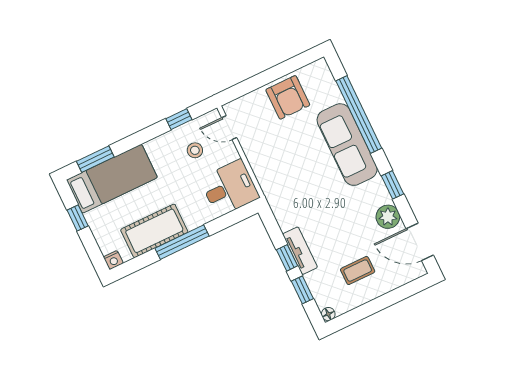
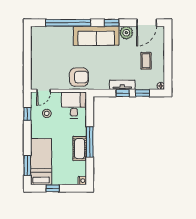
armchair: (288, 97) -> (79, 77), moved
sofa: (347, 145) -> (96, 36), moved
cot: (154, 231) -> (80, 149), width x0.73, depth x0.75

